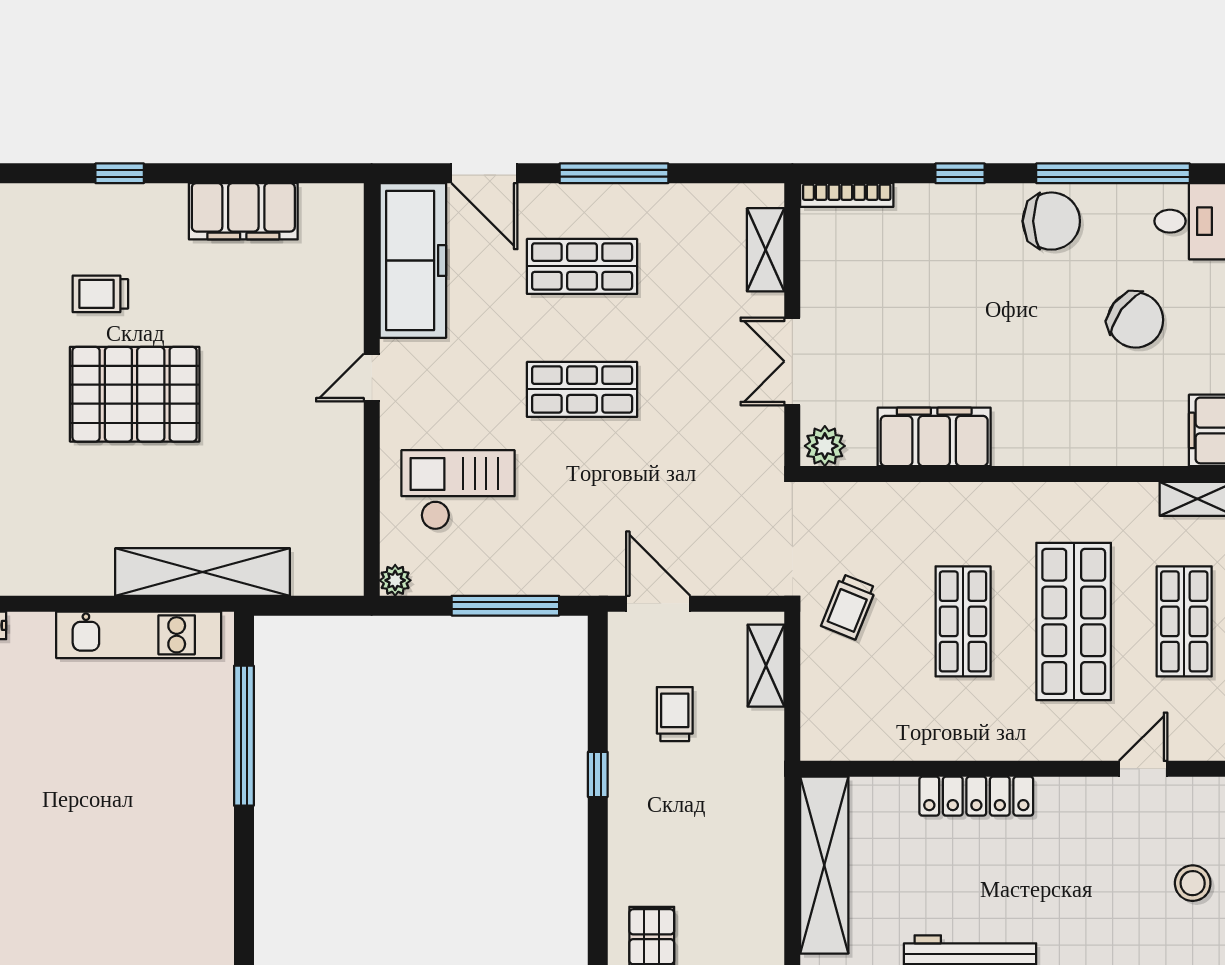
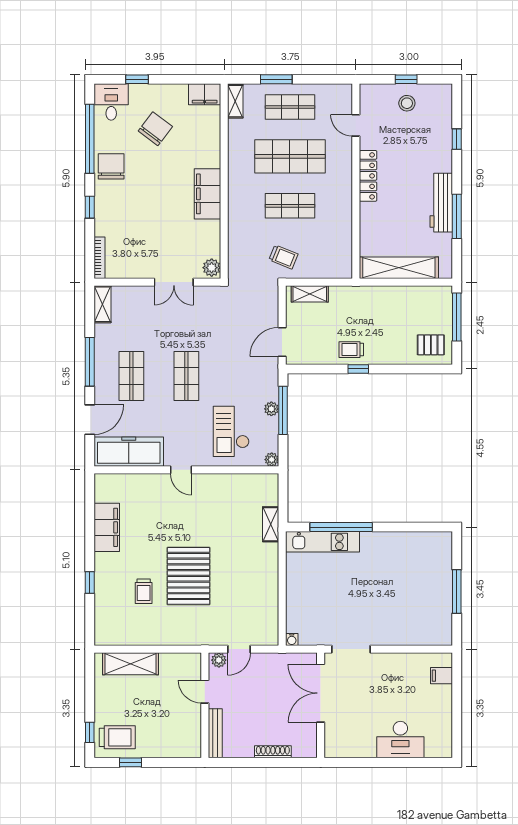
shelving: (766, 250) -> (103, 304), moved, turned 90
filing cabinet: (934, 437) -> (208, 194), moved
shelving: (203, 572) -> (271, 524), width x0.45, depth x0.75
plant: (509, 580) -> (271, 409), added
kitchen unit: (139, 635) -> (322, 542), moved, turned 90
trolley: (675, 714) -> (351, 350), moved
locker: (976, 796) -> (368, 176), moved

